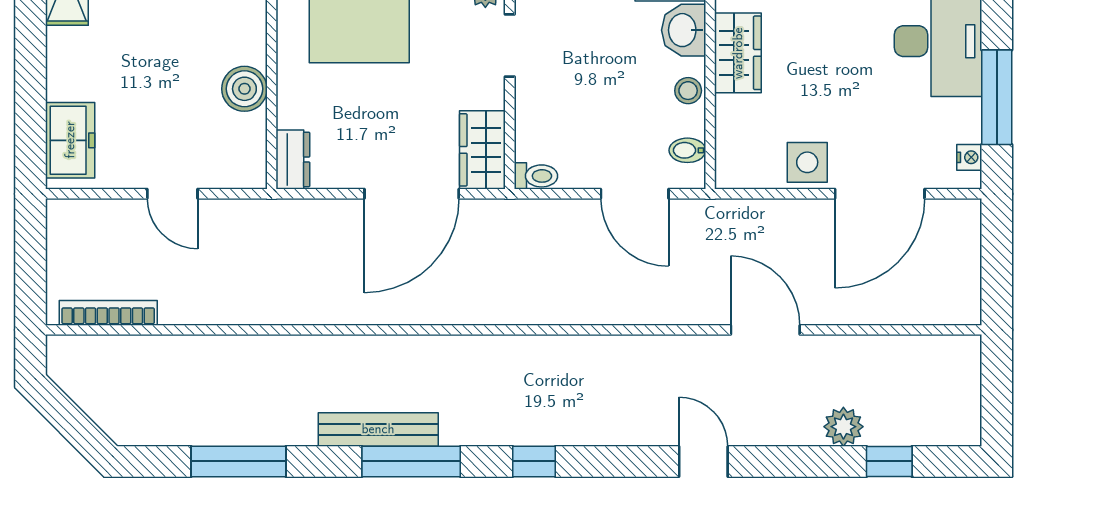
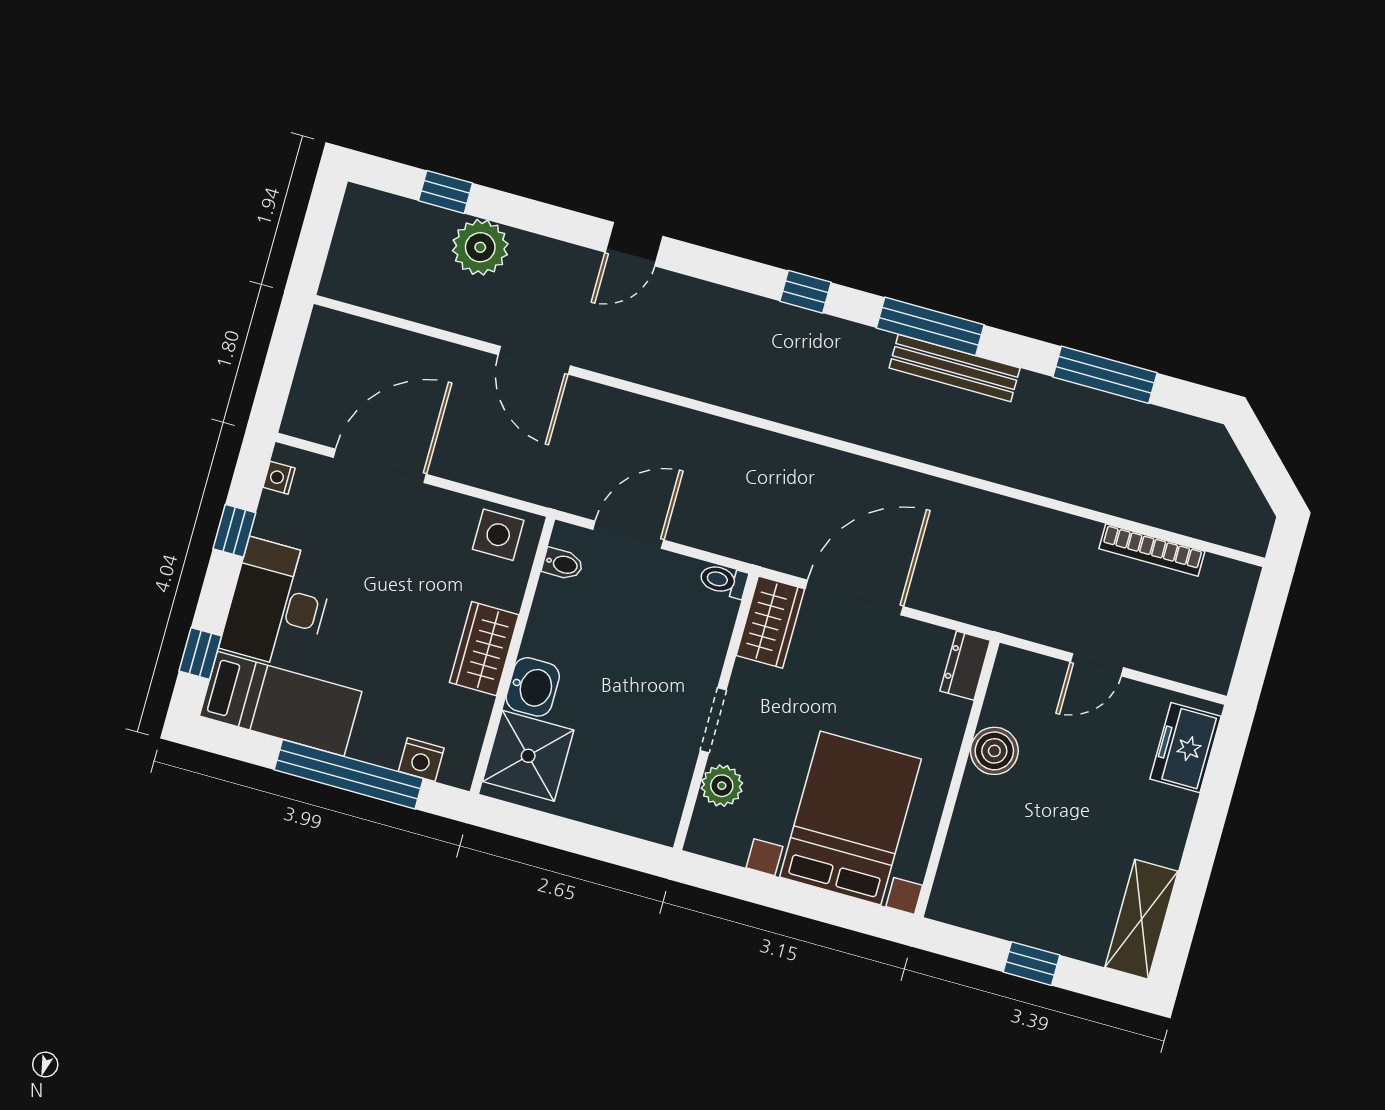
stool: (688, 91) -> (545, 624), removed
window: (997, 97) -> (234, 531), width x0.46
side table: (807, 162) -> (498, 535), moved
door: (172, 194) -> (1097, 665), swing flipped
door: (635, 194) -> (628, 535), hinge flipped
bookcase: (108, 313) -> (1152, 550), moved
plant: (843, 427) -> (480, 247), width x1.36, depth x1.36
door: (703, 461) -> (634, 244), hinge flipped

